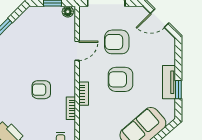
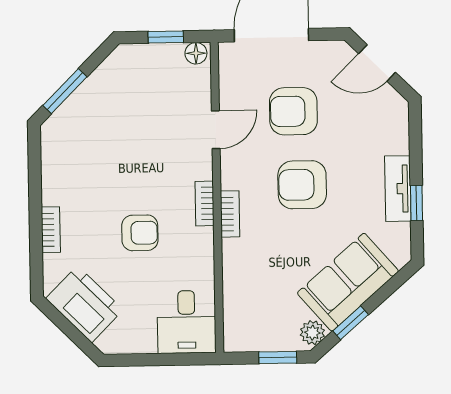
armchair: (41, 90) -> (140, 233), moved, turned 180
bookcase: (71, 108) -> (205, 203), moved

